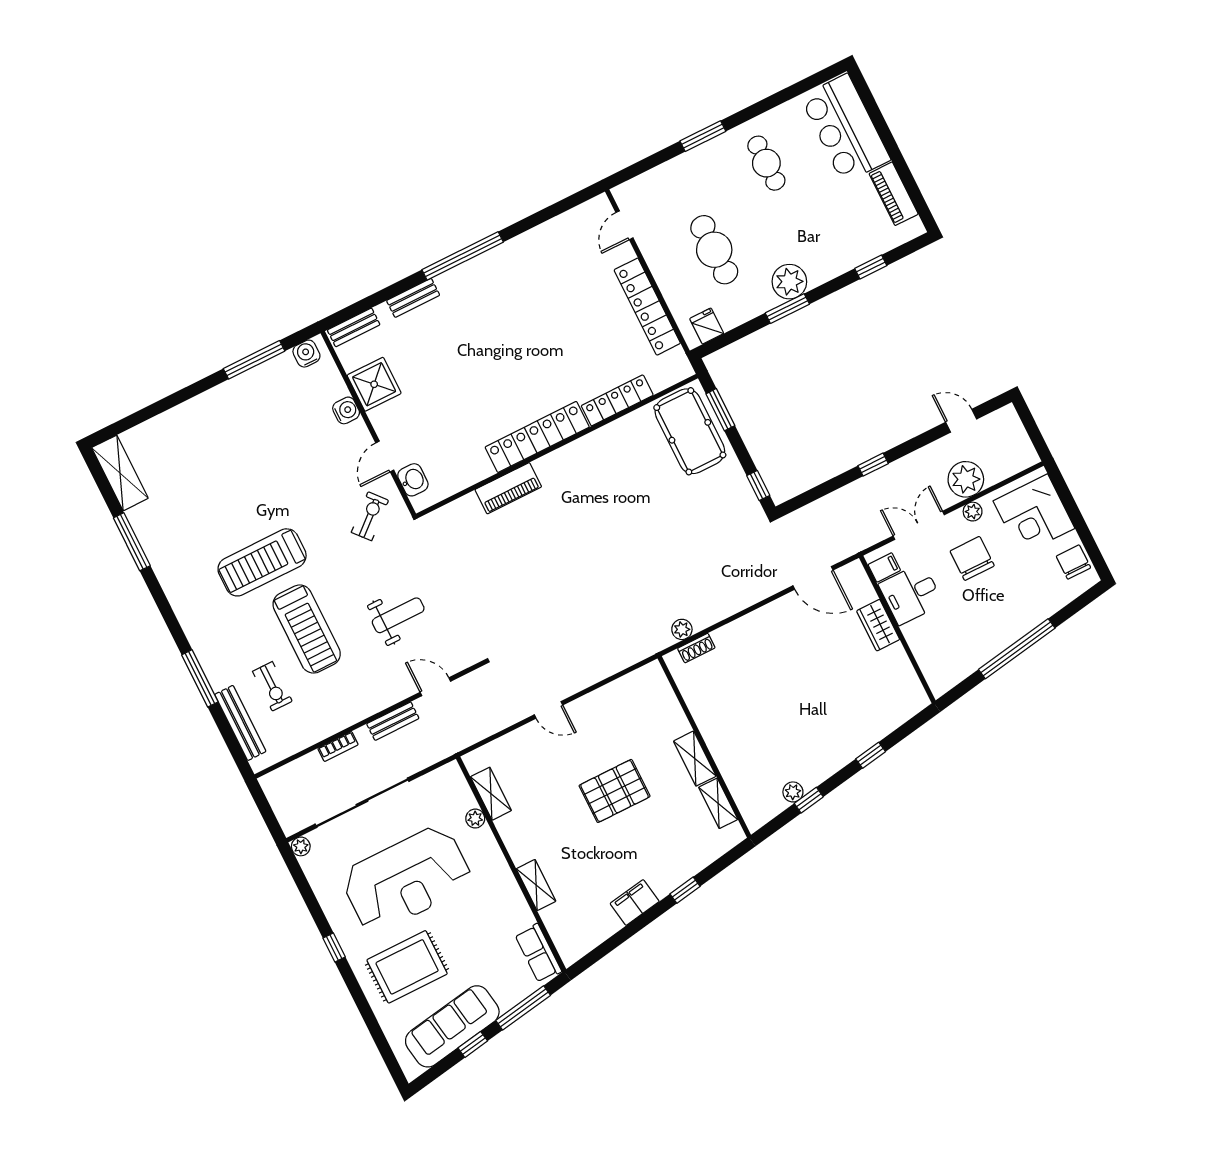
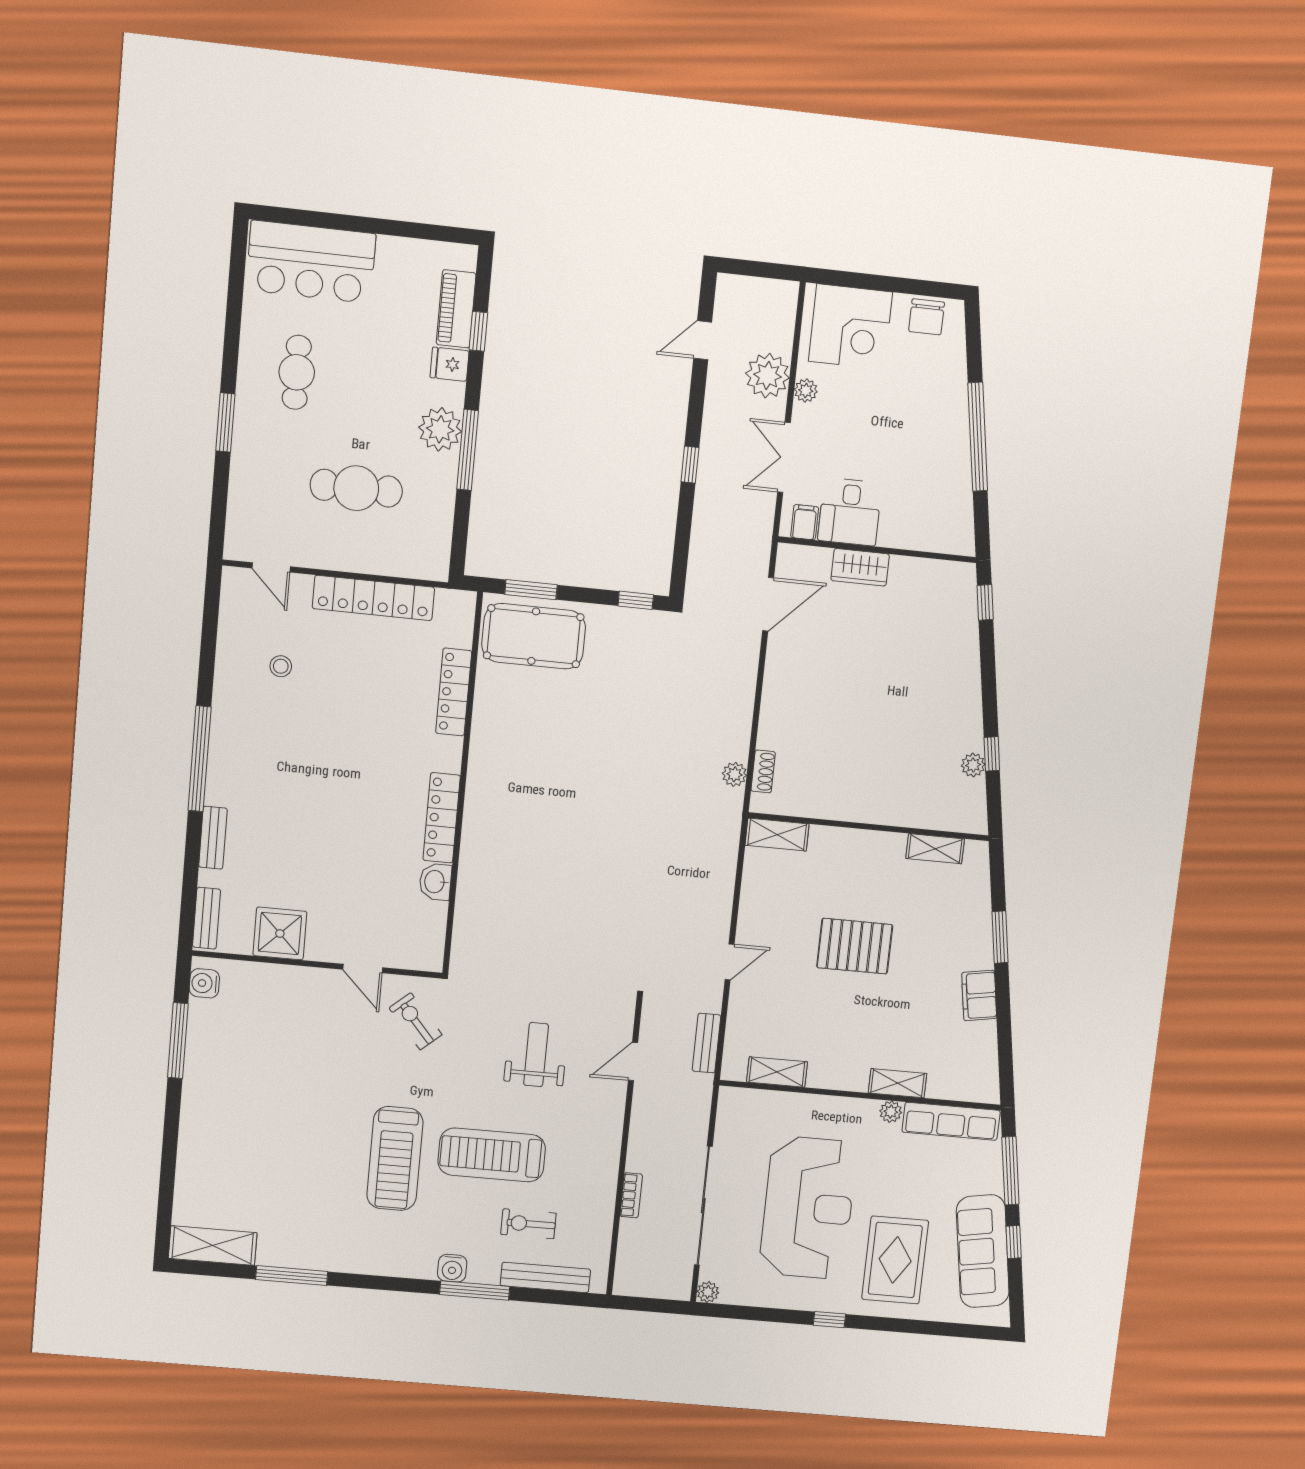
cafe table: (766, 163) -> (297, 372), turned 90
piano: (894, 194) -> (456, 309), moved, turned 90
stool: (561, 272) -> (281, 666), added
window: (787, 309) -> (468, 450), width x1.44
fridge: (707, 326) -> (450, 364), moved
water cooler: (346, 410) -> (452, 1268), moved, turned 180
locker: (537, 437) -> (442, 818), width x0.71, depth x0.83
washbasin: (413, 480) -> (435, 882), moved, turned -90
piano: (508, 488) -> (475, 862), removed
chair: (972, 558) -> (854, 423), removed
chair: (1073, 562) -> (927, 317), turned -90
treadmill: (307, 629) -> (492, 1155), turned 180
exercise bike: (272, 686) -> (528, 1224), turned 180
bench: (393, 721) -> (707, 1043), moved
window: (871, 755) -> (985, 602), moved
shelving: (695, 759) -> (777, 835), moved
pallet: (615, 791) -> (855, 946), turned 90
plant: (475, 819) -> (891, 1112), moved
window: (685, 890) -> (1000, 937), width x1.50
row of seats: (538, 953) -> (951, 1121), width x1.48

